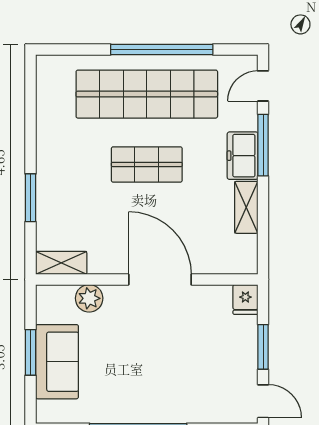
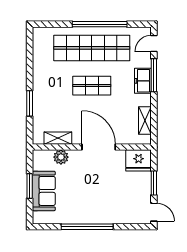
shelving: (246, 207) -> (145, 120), moved
shelving: (61, 263) -> (58, 138), moved
fridge: (245, 299) -> (139, 160), width x1.88, depth x1.34

